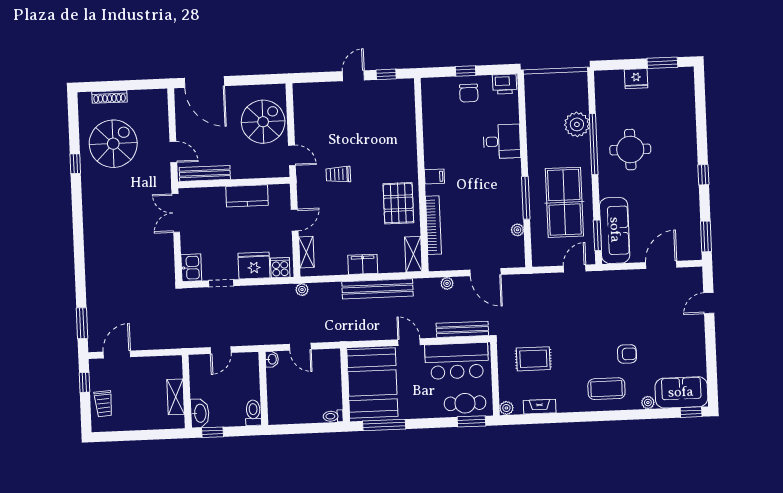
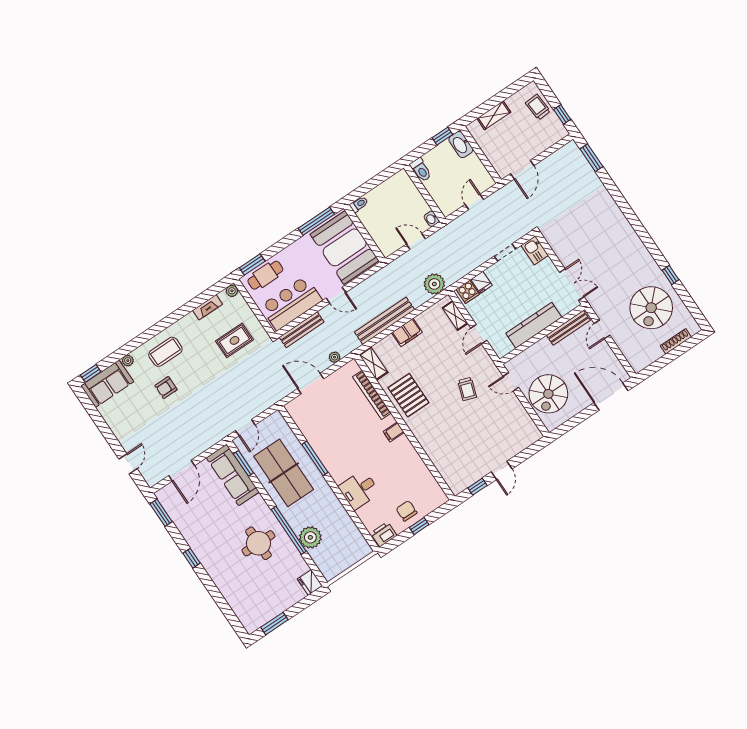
fridge: (636, 79) -> (310, 582), moved, turned -90
door: (173, 152) -> (602, 329), hinge flipped
trolley: (338, 174) -> (467, 389), turned 109
kitchen counter: (247, 196) -> (534, 325), width x1.50
plant: (517, 230) -> (306, 430), removed
fridge: (254, 265) -> (482, 282), width x0.53, depth x0.75
plant: (302, 290) -> (434, 284), width x1.88, depth x1.88
door: (117, 354) -> (522, 170), moved
shelving: (176, 397) -> (494, 115), moved, turned 90

